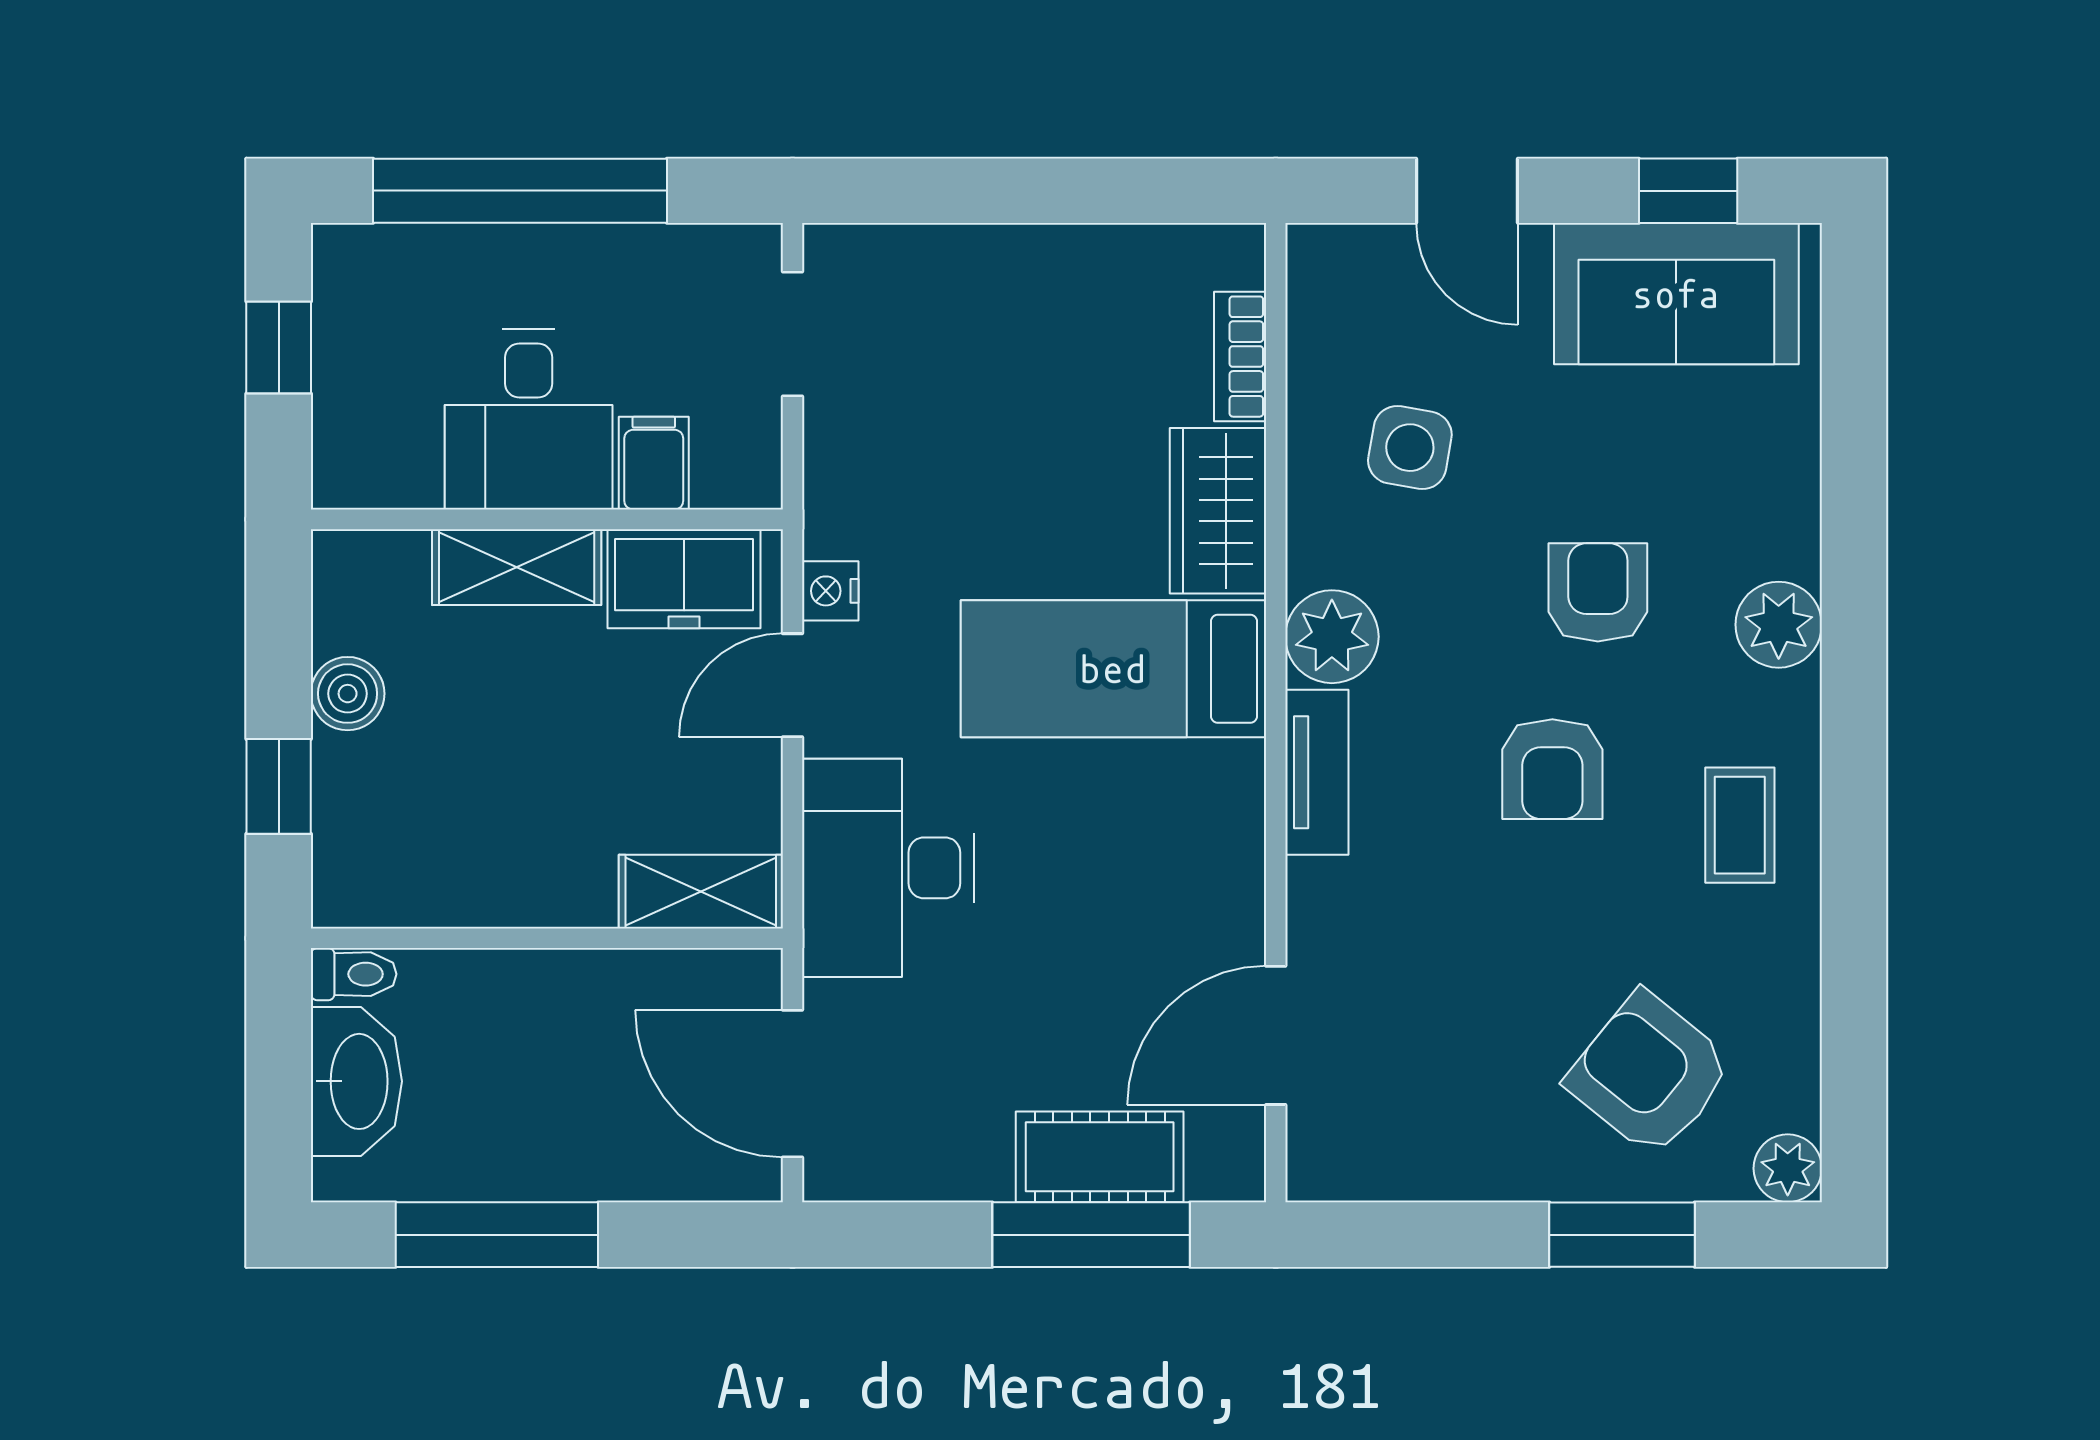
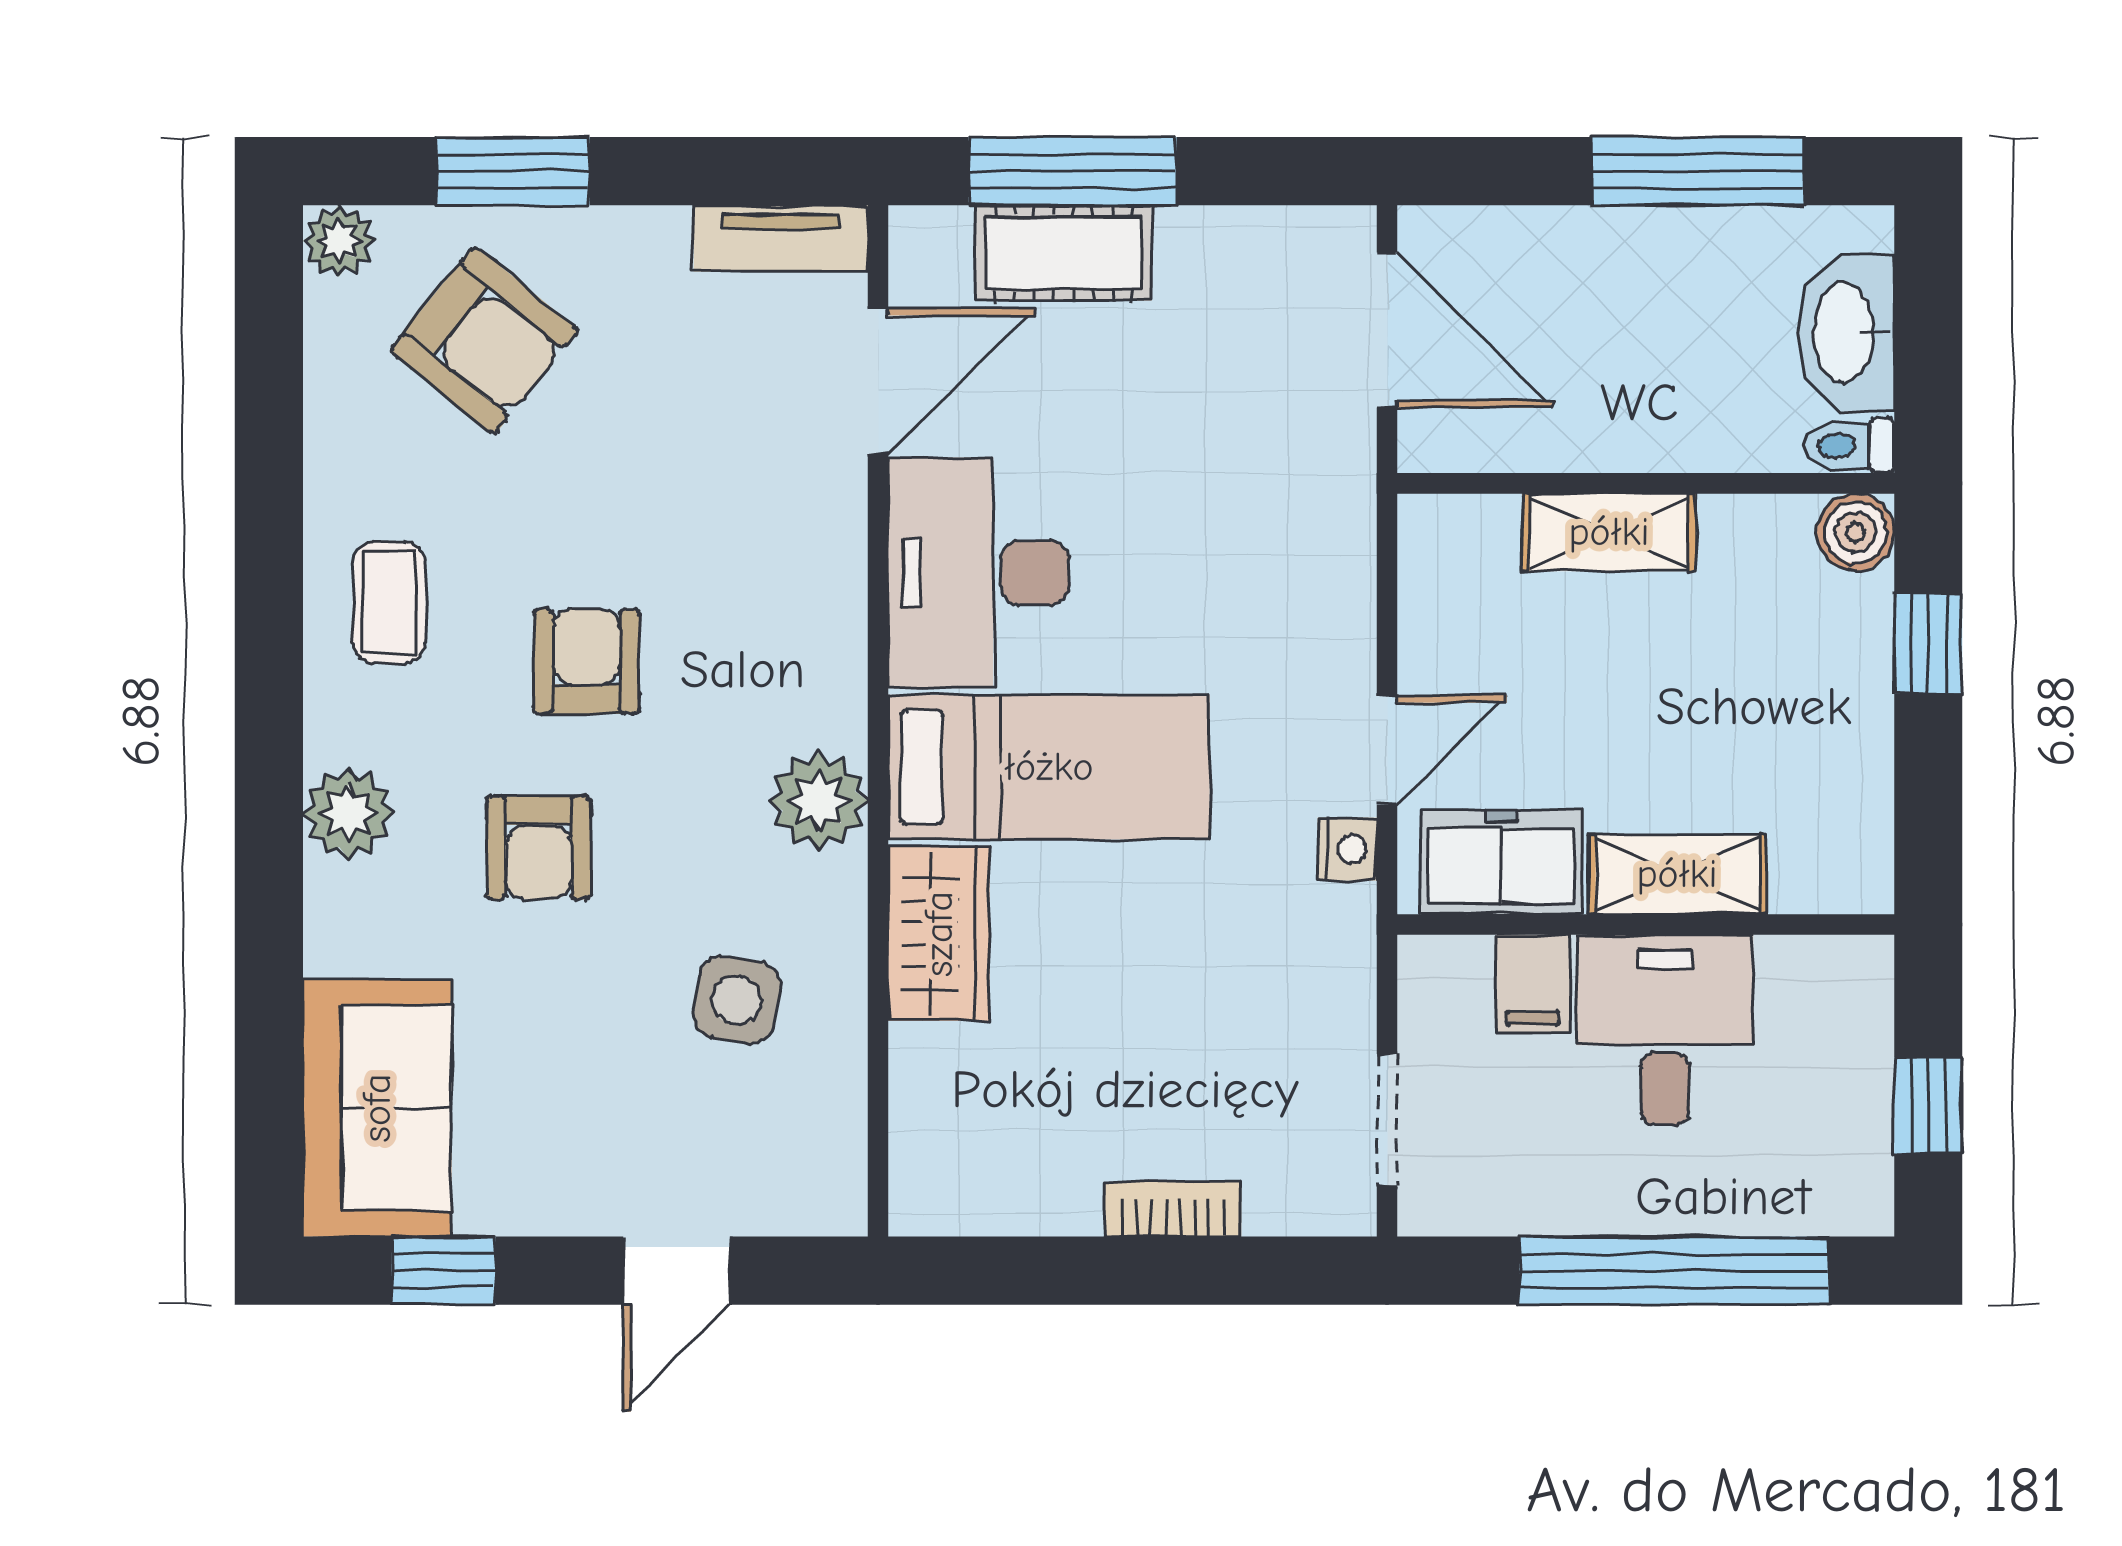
door: (1467, 191) -> (677, 1271), swing flipped
sofa: (1676, 294) -> (377, 1108), moved, turned 90
bookcase: (1240, 357) -> (1173, 1209), moved, turned -90
boiler: (348, 694) -> (1856, 532), moved
tv unit: (1317, 772) -> (781, 238), moved, turned -90
desk: (888, 868) -> (979, 573), moved, turned 180
shelving: (701, 892) -> (1609, 532), moved

